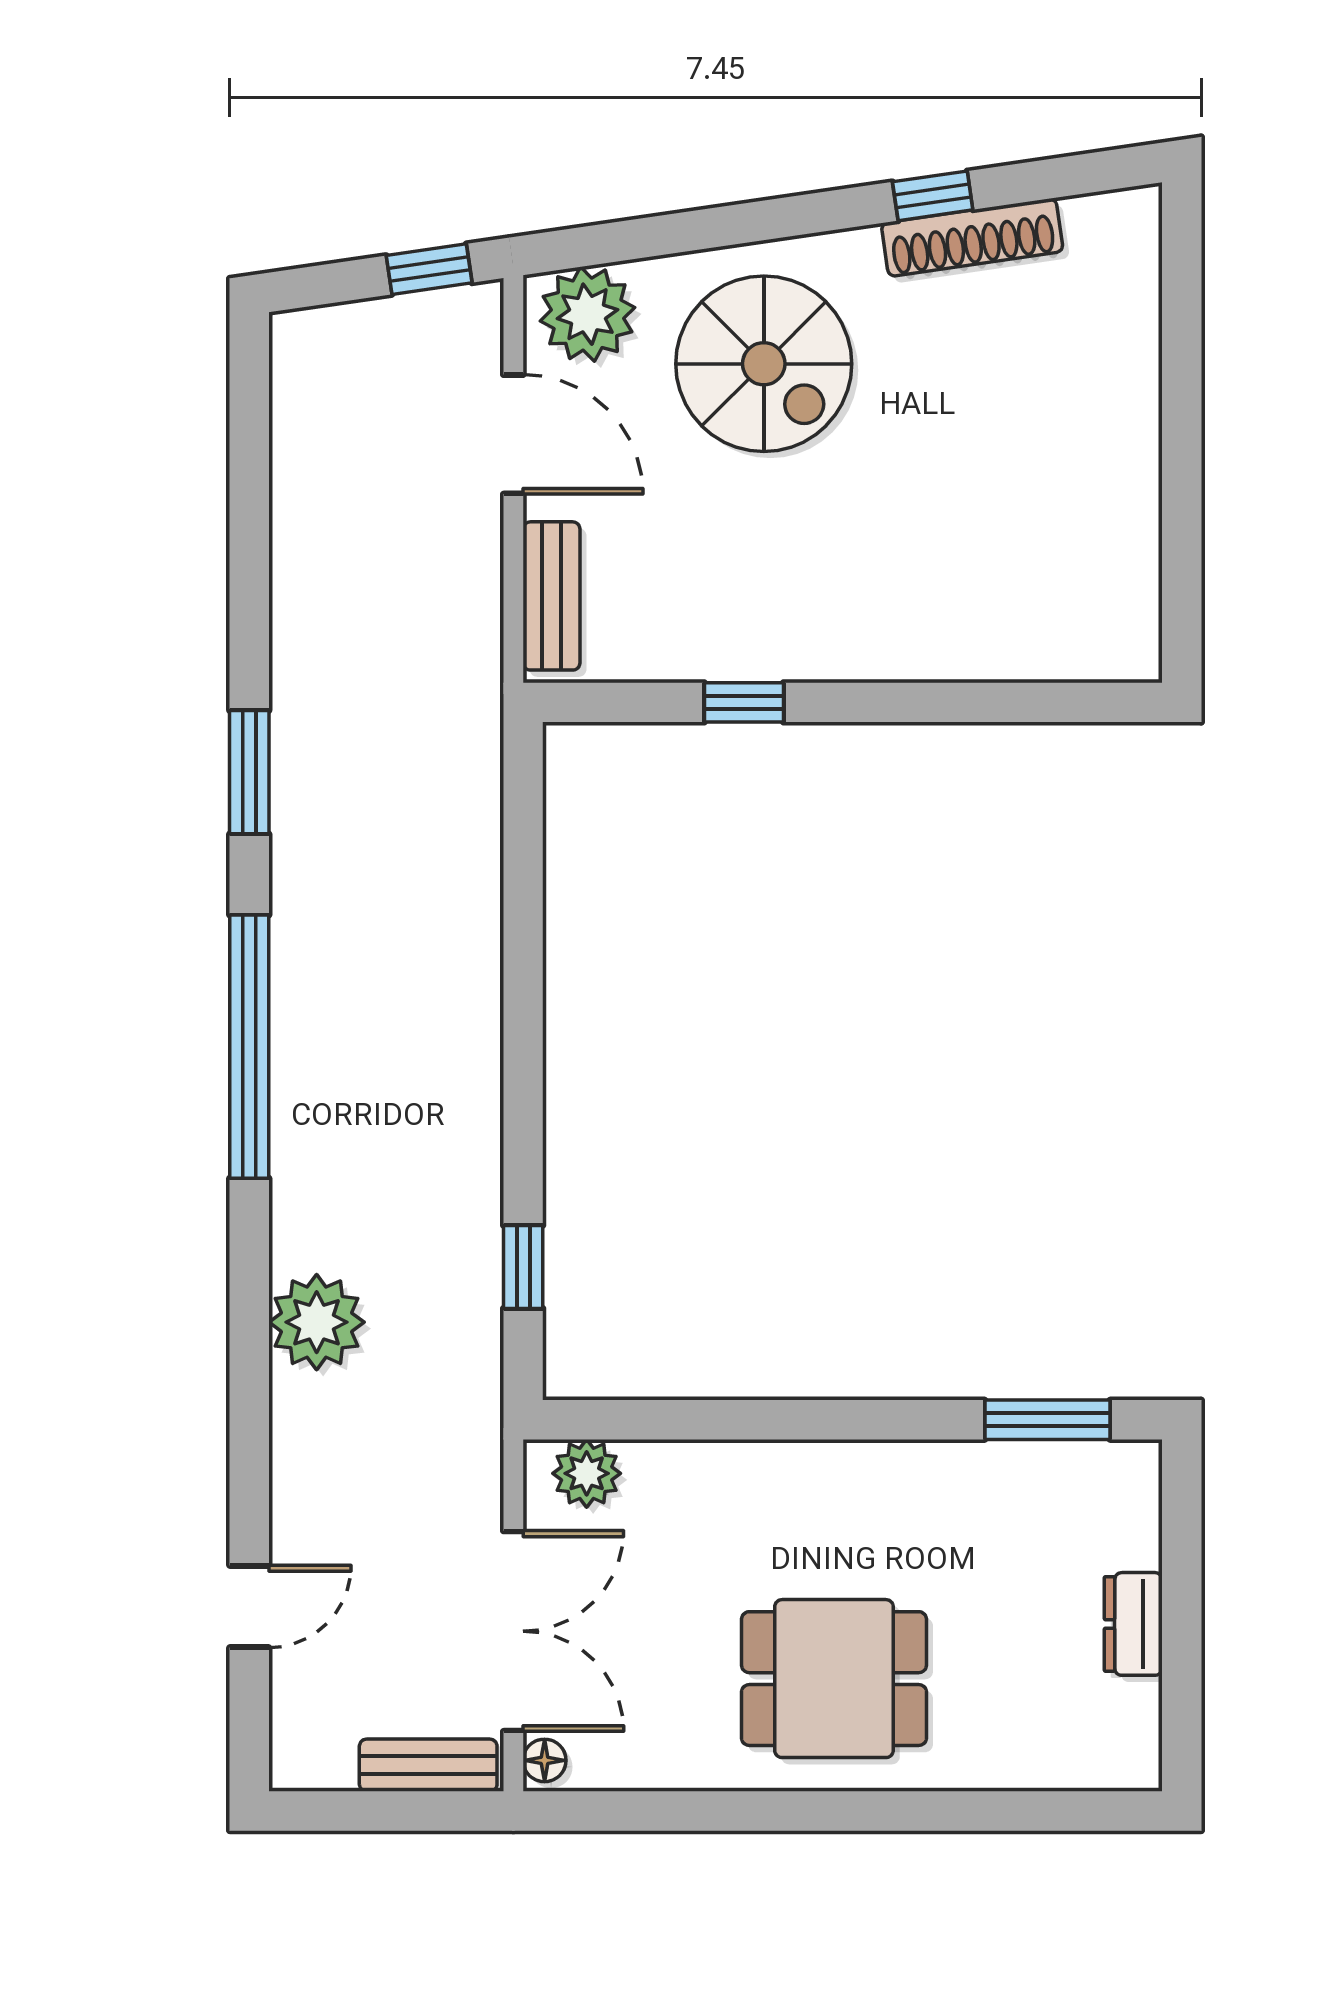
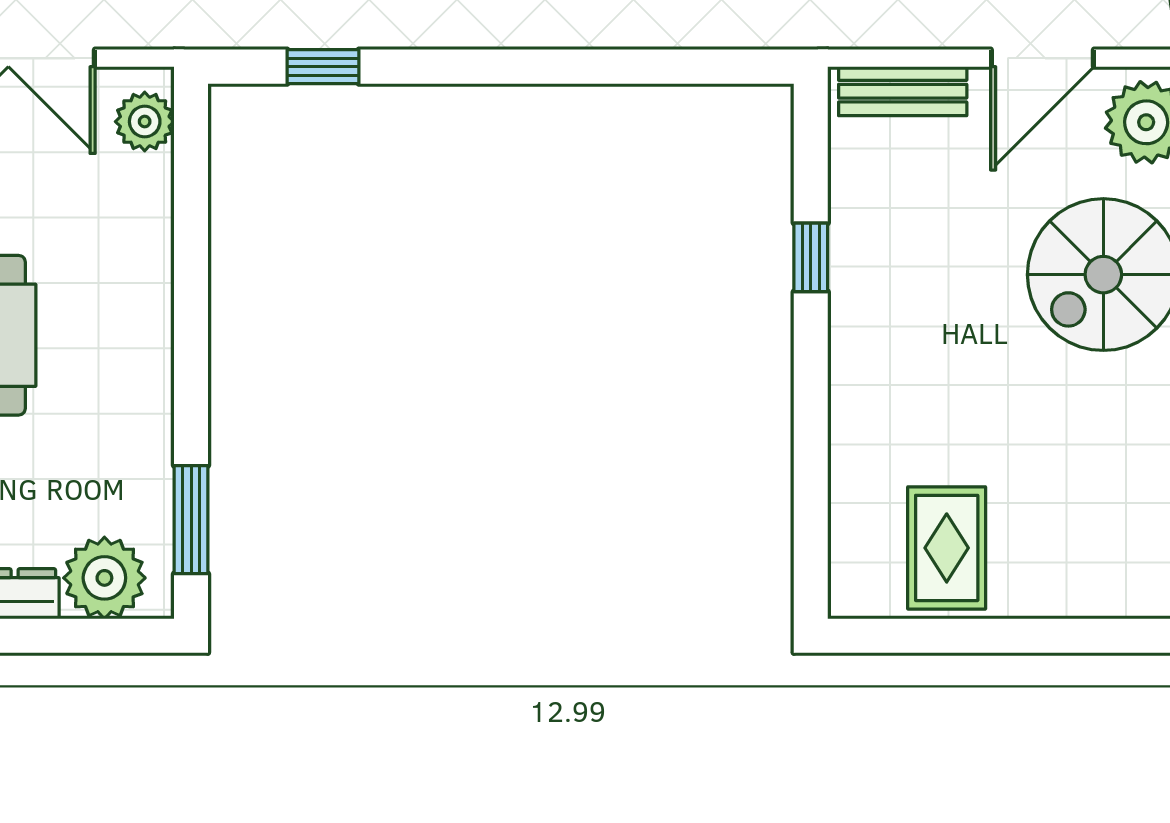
rug: (1080, 545) -> (947, 548), added
plant: (1115, 1520) -> (104, 578), added

